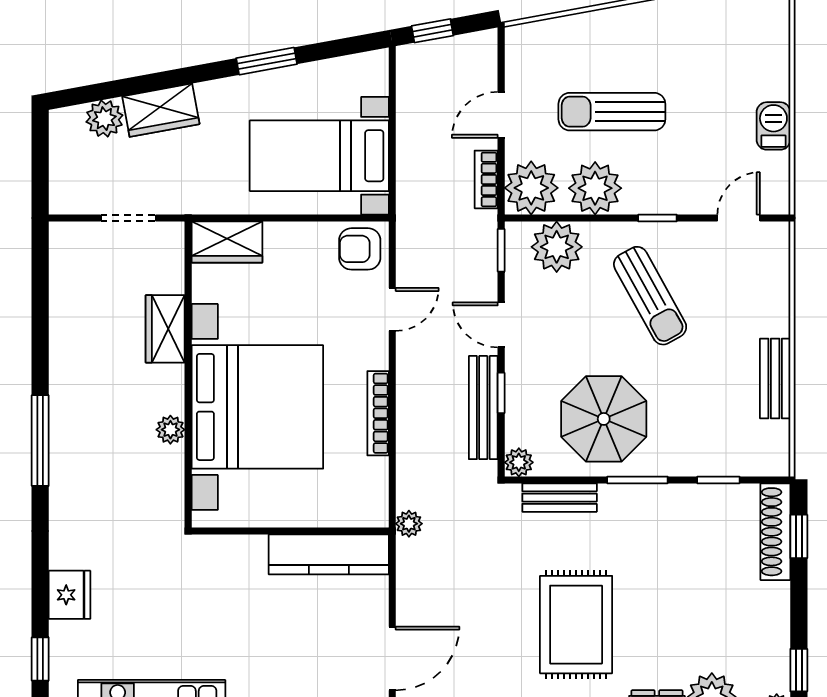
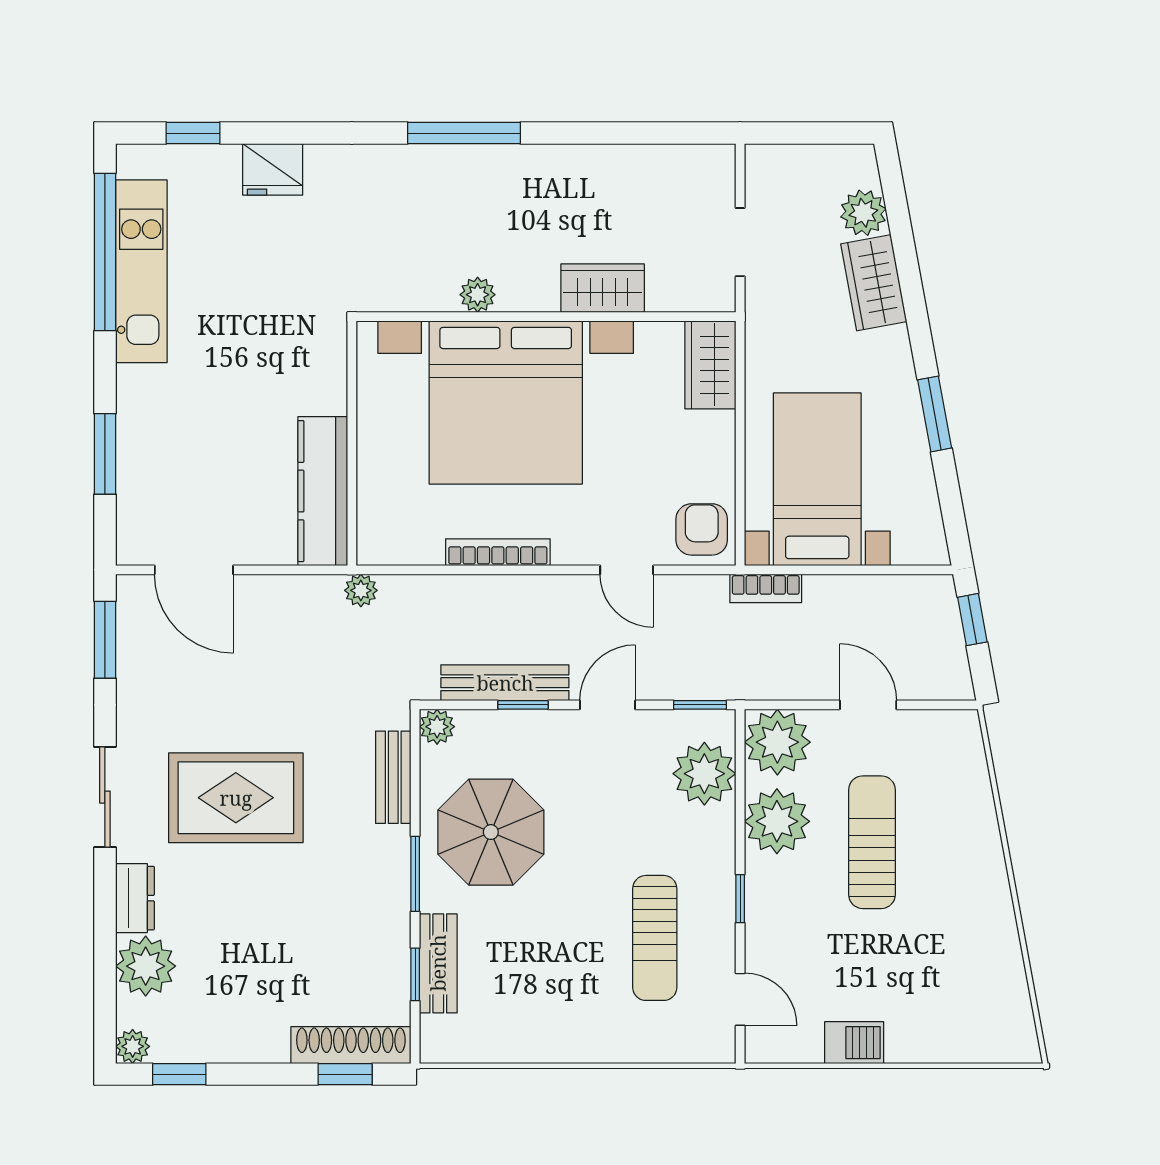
bookcase: (486, 179) -> (766, 588), moved, turned 180
sun lounger: (650, 296) -> (655, 938), moved, turned -61
bench: (775, 378) -> (438, 963), moved, turned 90

